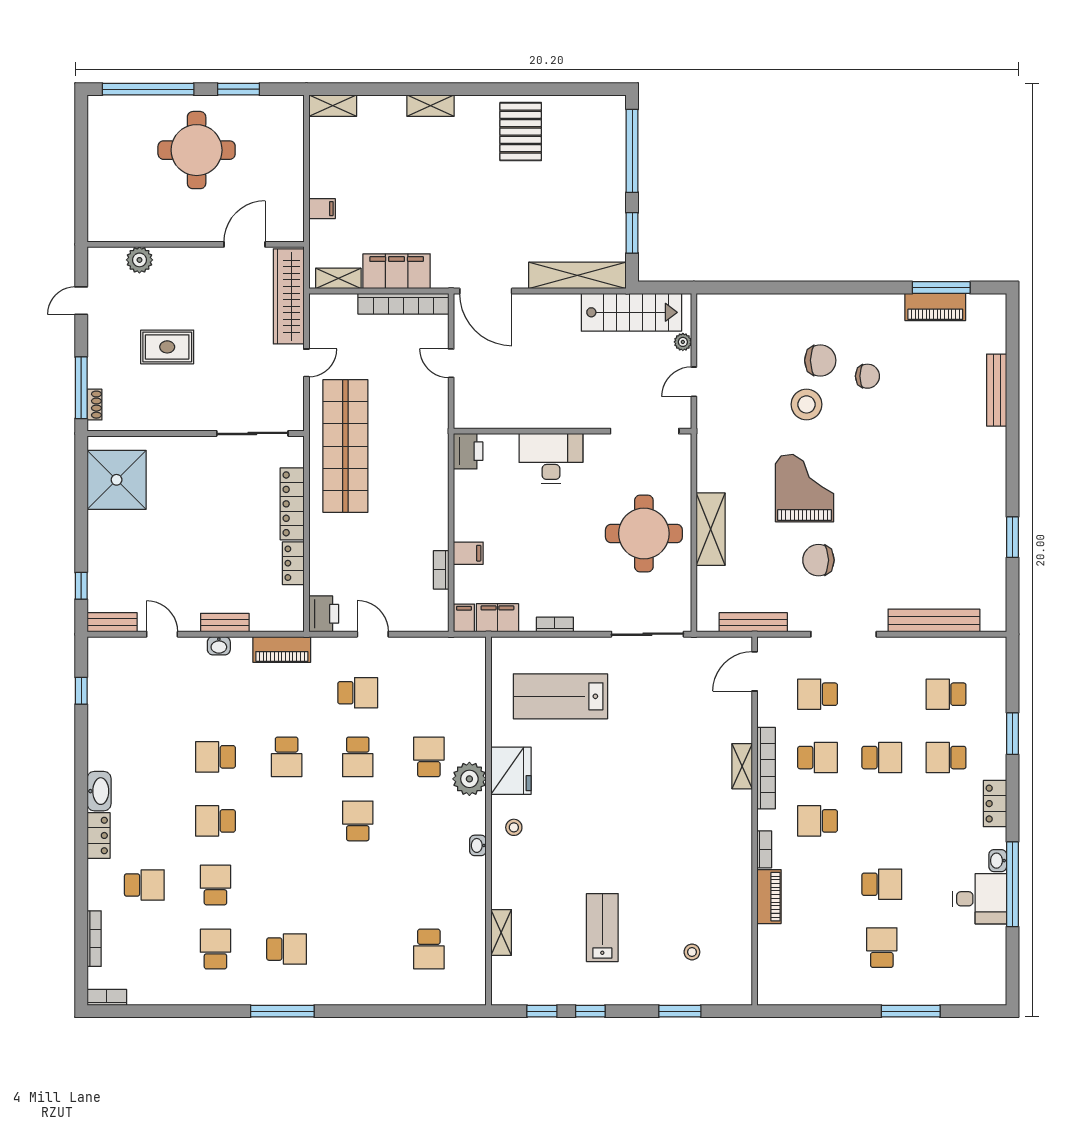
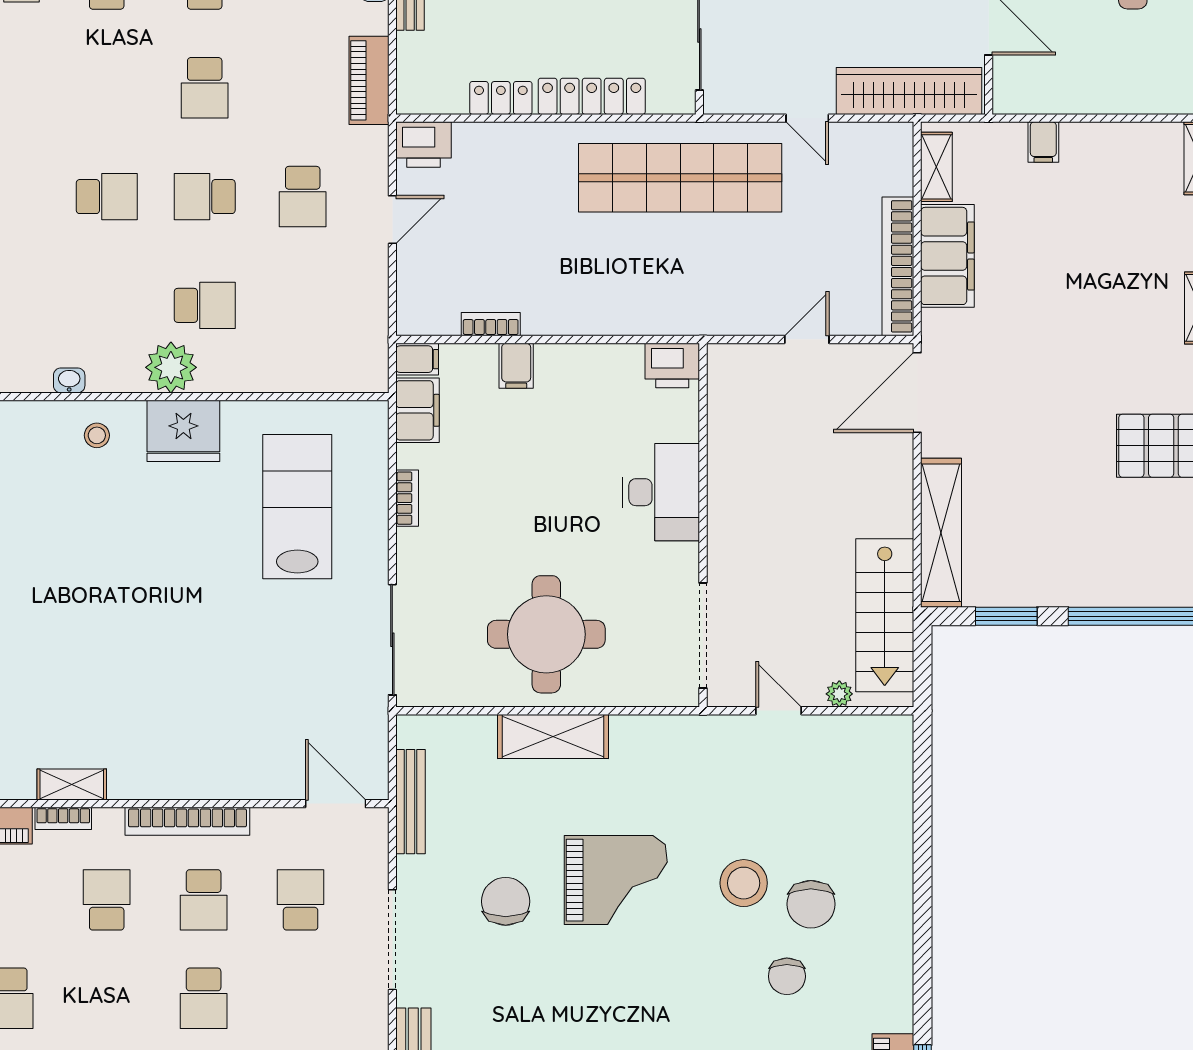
school desk: (287, 757) -> (205, 88), turned -90
shelving: (742, 766) -> (72, 784), moved

